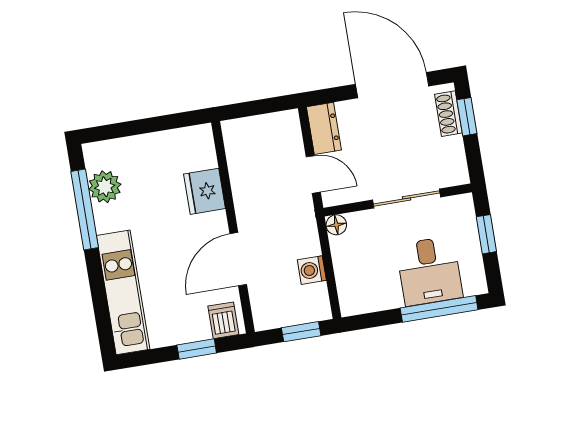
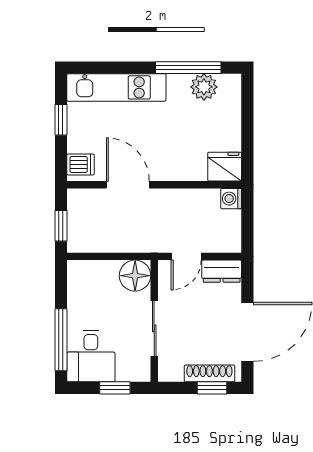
shoe rack: (448, 114) -> (209, 373), width x1.43
fridge: (205, 191) -> (225, 167), moved
floor lamp: (336, 225) -> (135, 276), width x1.89, depth x1.89
washing machine: (312, 270) -> (231, 199), moved, turned -90
desk: (429, 271) -> (91, 356), moved, turned -90
window: (197, 349) -> (61, 120), moved

